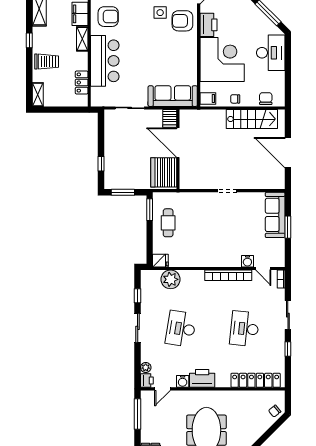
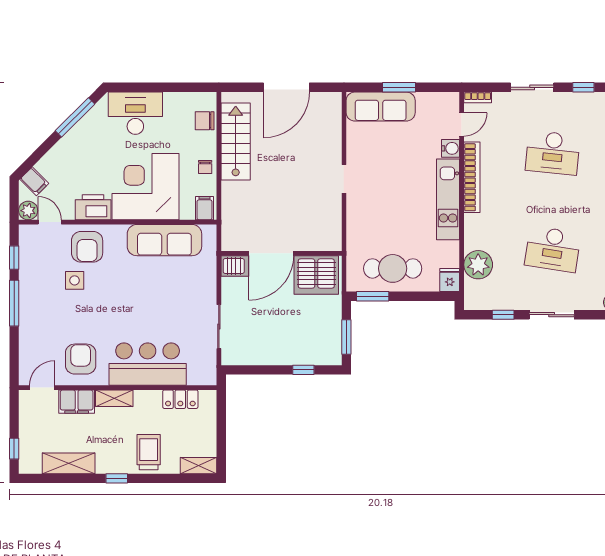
sofa: (173, 96) -> (164, 240), moved, turned -90
cafe table: (168, 223) -> (393, 268), width x1.37, depth x1.35
kitchen unit: (214, 259) -> (448, 199), added

